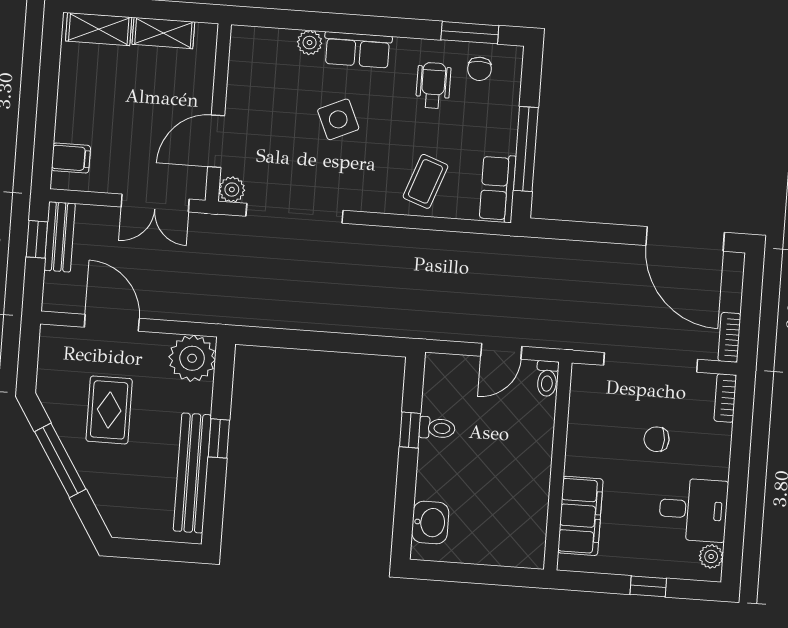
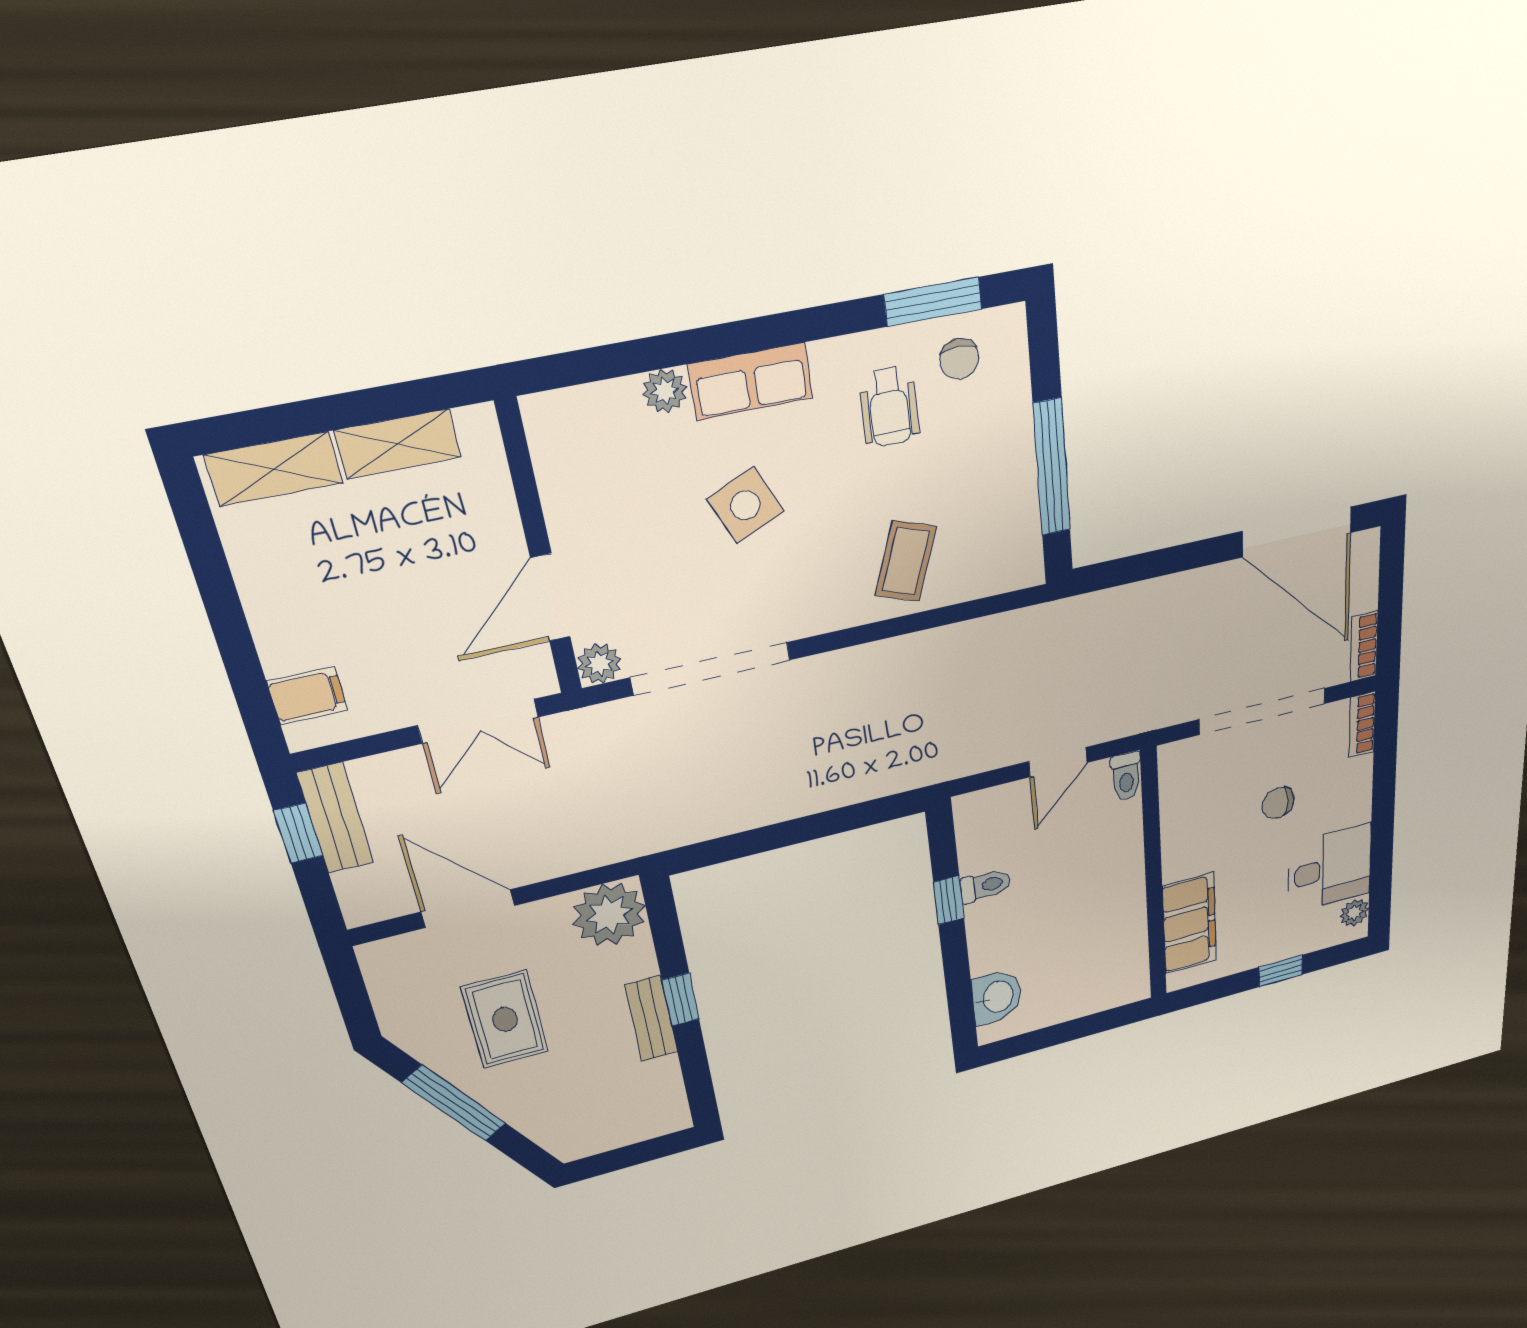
wheelchair: (433, 85) -> (889, 407), turned 180
row of seats: (498, 188) -> (1018, 539), removed
bench: (192, 473) -> (651, 1019), width x0.54, depth x0.82

